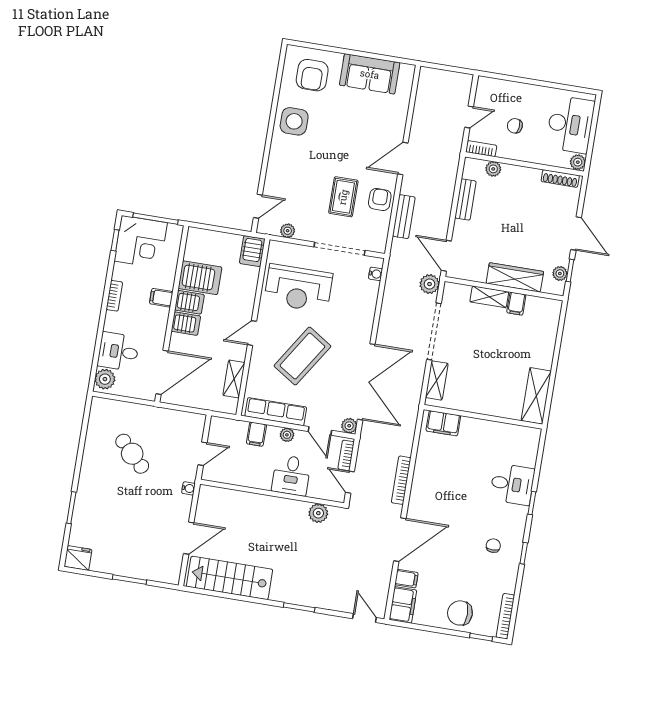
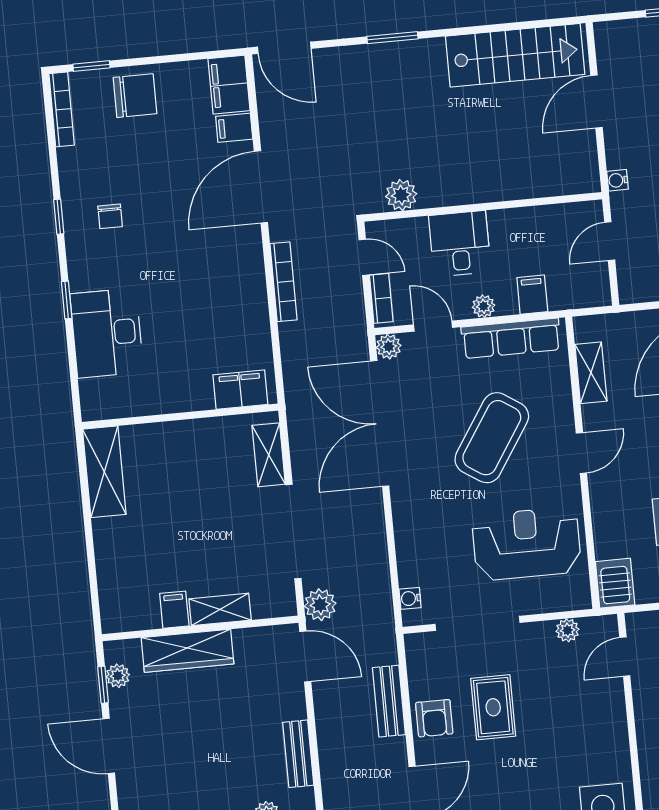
desk: (512, 484) -> (107, 333), width x1.37
door: (364, 618) -> (284, 48), width x1.38

